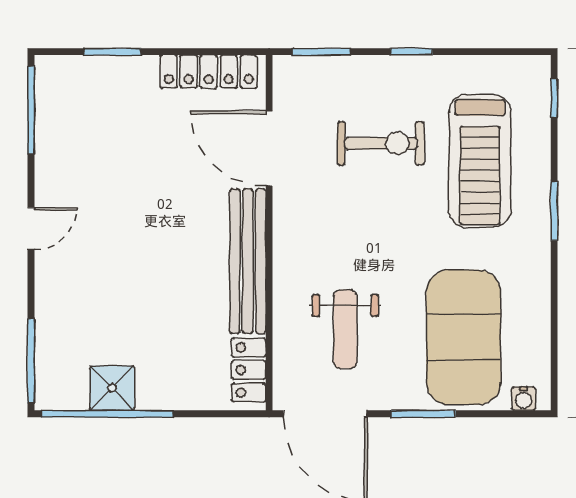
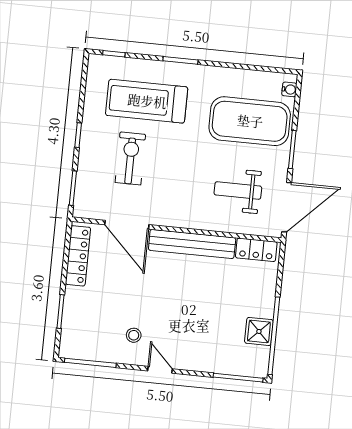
door: (269, 148) -> (127, 225), hinge flipped
treadmill: (480, 161) -> (147, 101), turned 180
stool: (85, 178) -> (134, 335), added
weight bench: (345, 329) -> (238, 190), turned 180

